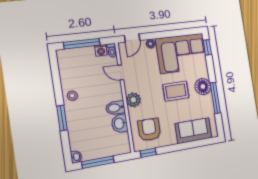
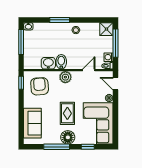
window: (207, 47) -> (88, 147), moved
shower: (65, 57) -> (106, 29), added
armchair: (149, 130) -> (40, 86), turned -94

